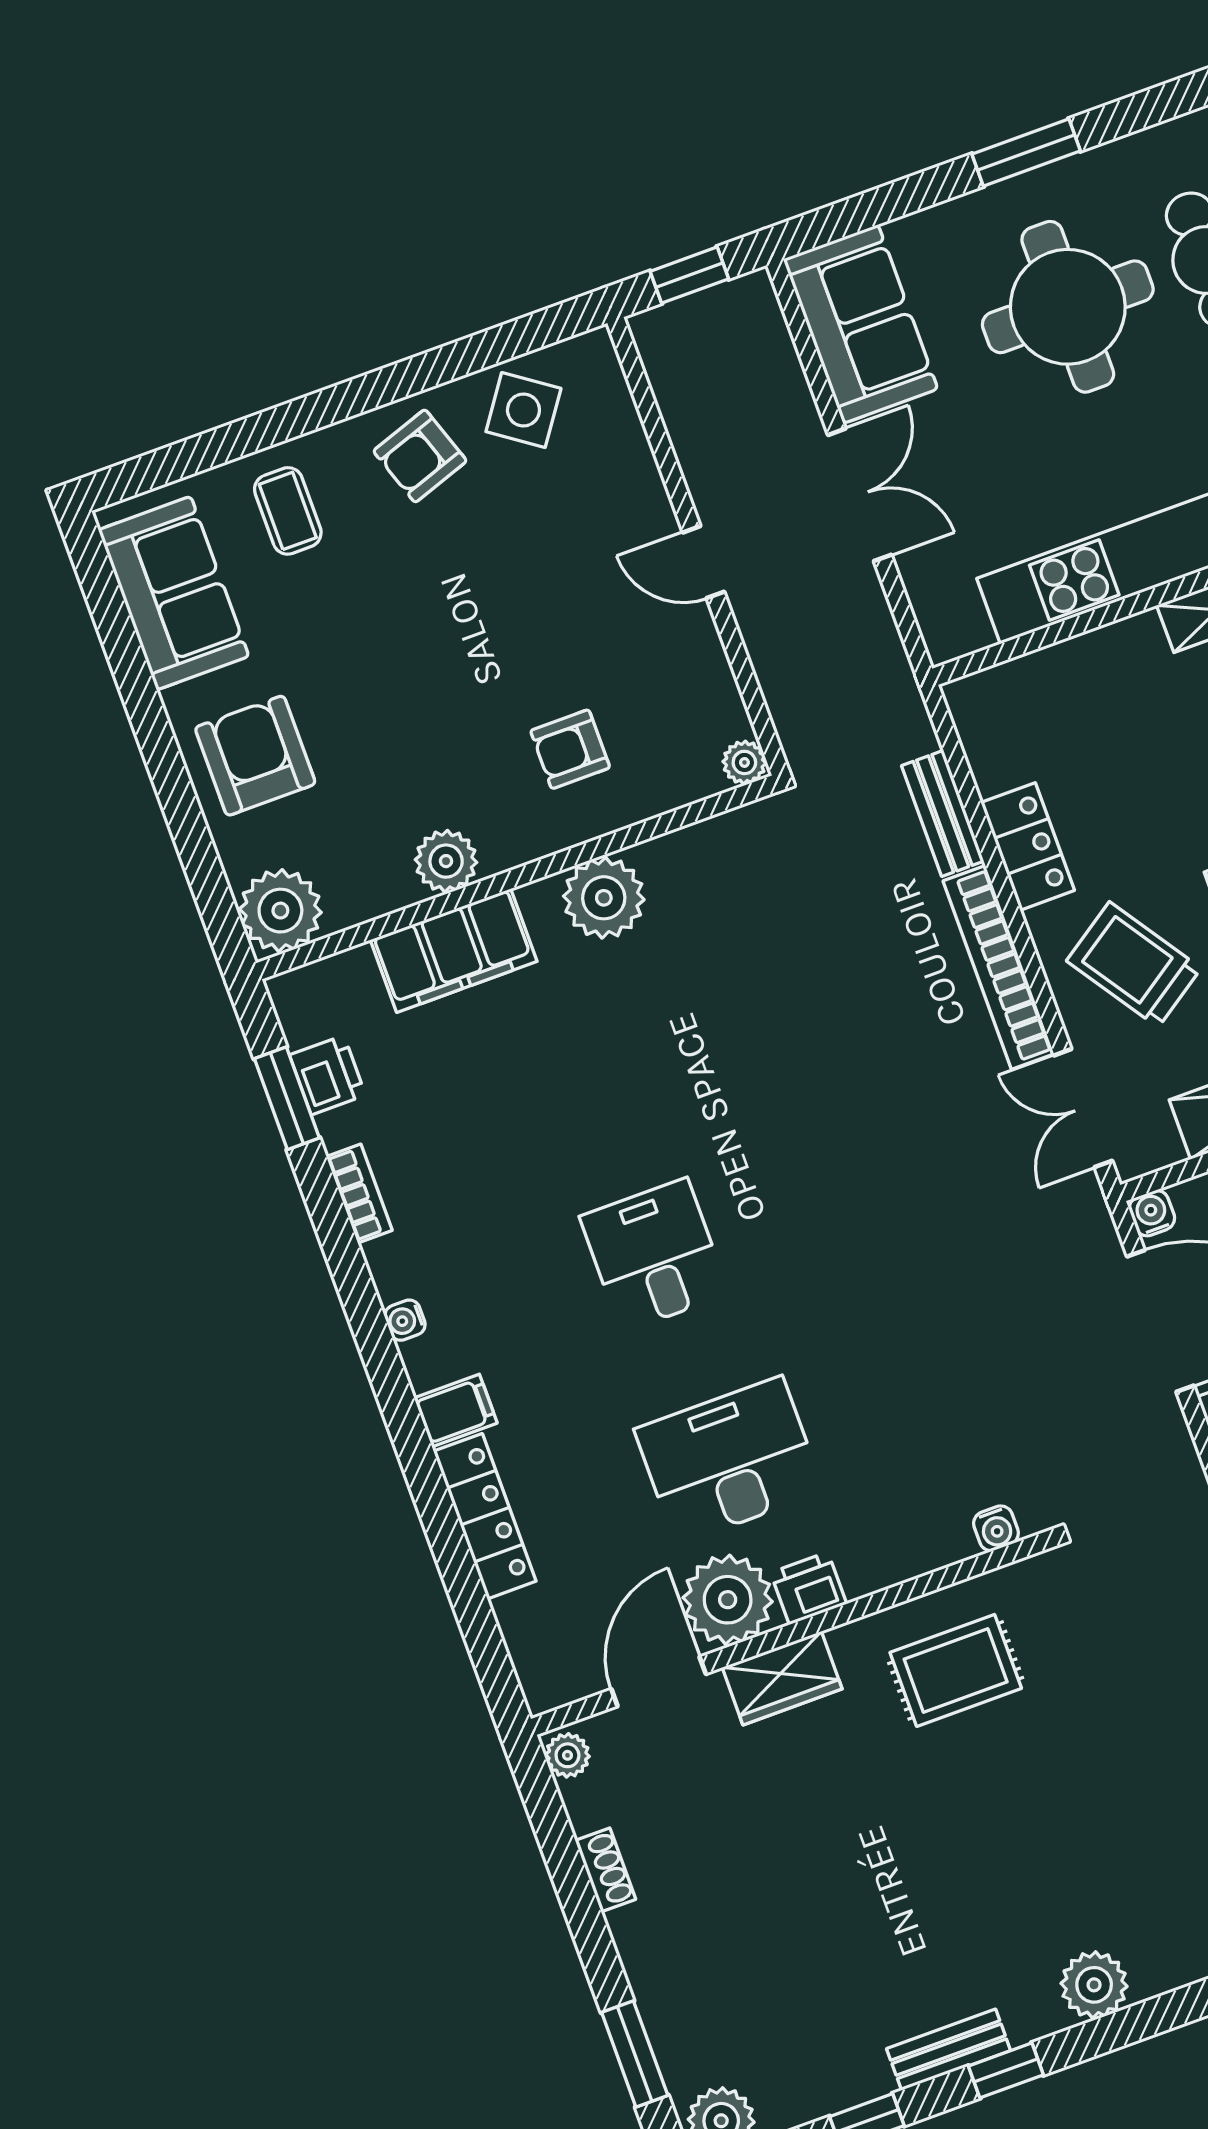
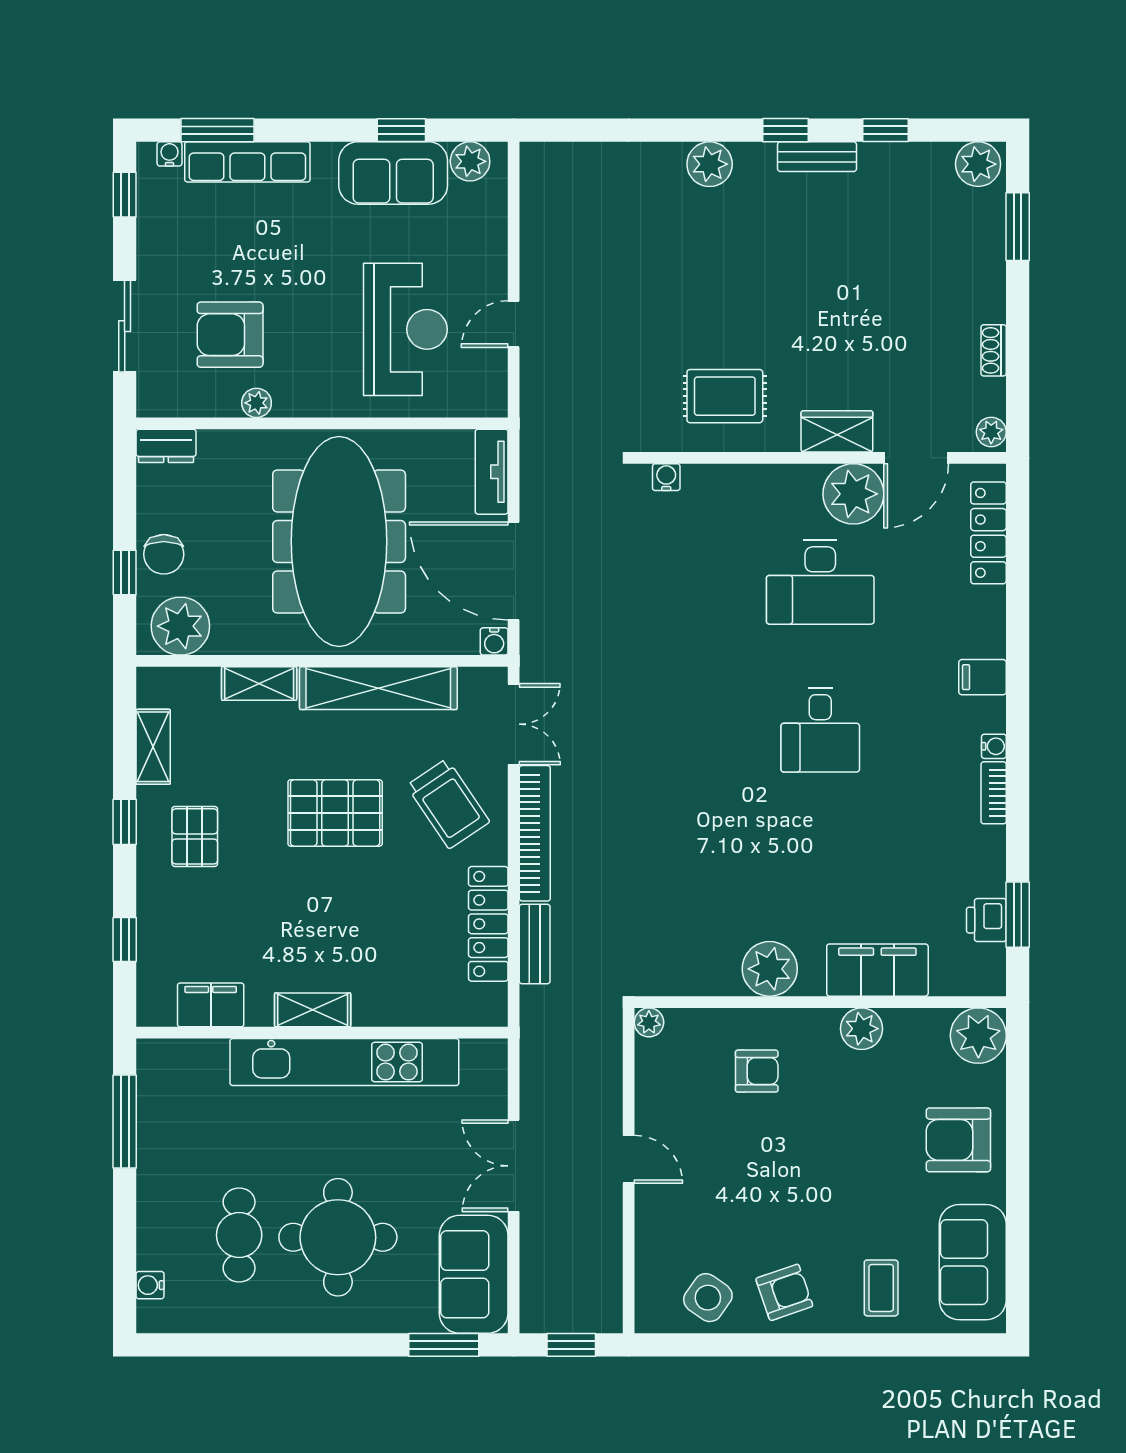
window: (1026, 153) -> (444, 1345), moved
armchair: (255, 756) -> (958, 1140), turned 90
locker: (1028, 846) -> (488, 924), width x1.53
bookcase: (359, 1194) -> (994, 793), moved
locker: (485, 1516) -> (988, 533), moved
printer: (809, 1588) -> (799, 482), removed

